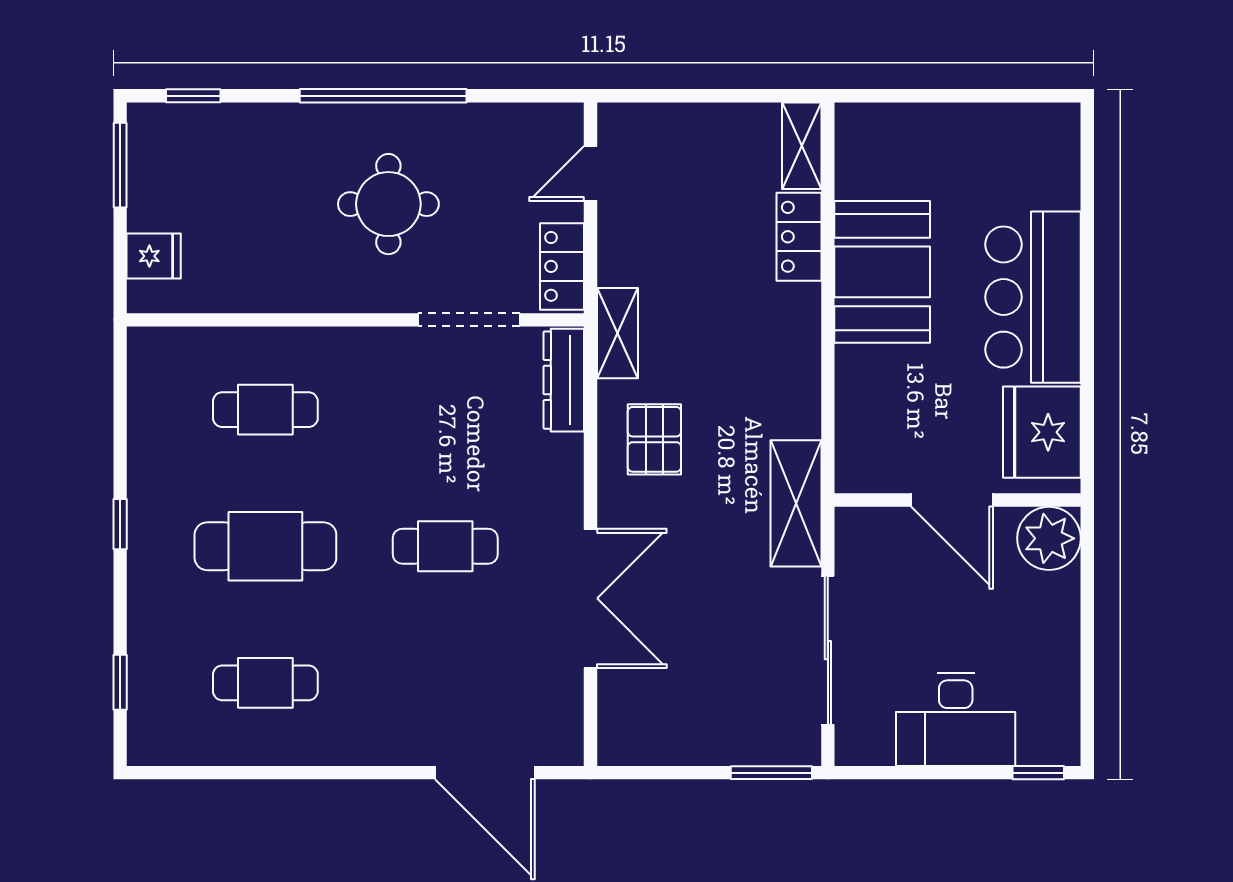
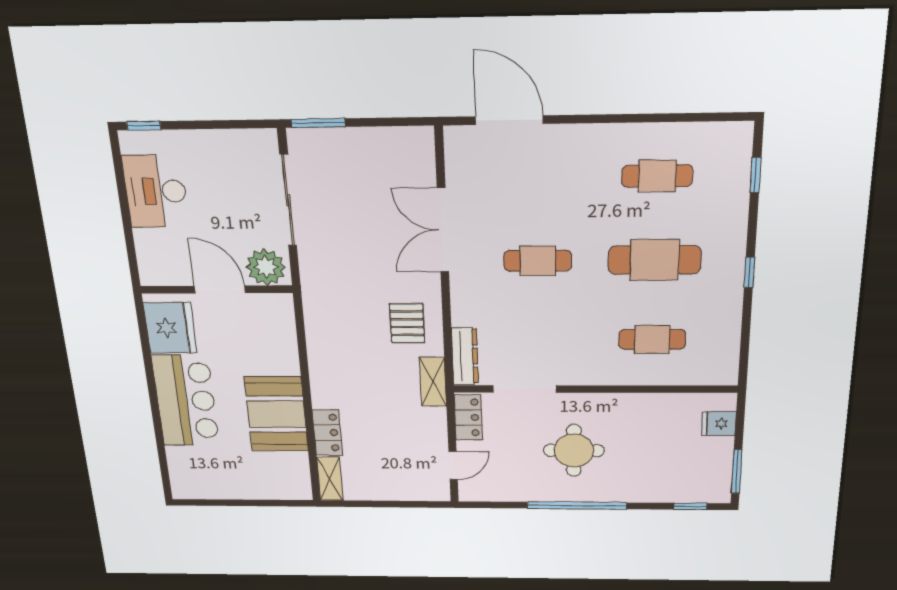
shelving: (796, 503) -> (316, 287), removed
plant: (1049, 538) -> (266, 267), moved
desk: (956, 719) -> (156, 191), moved, turned -90

